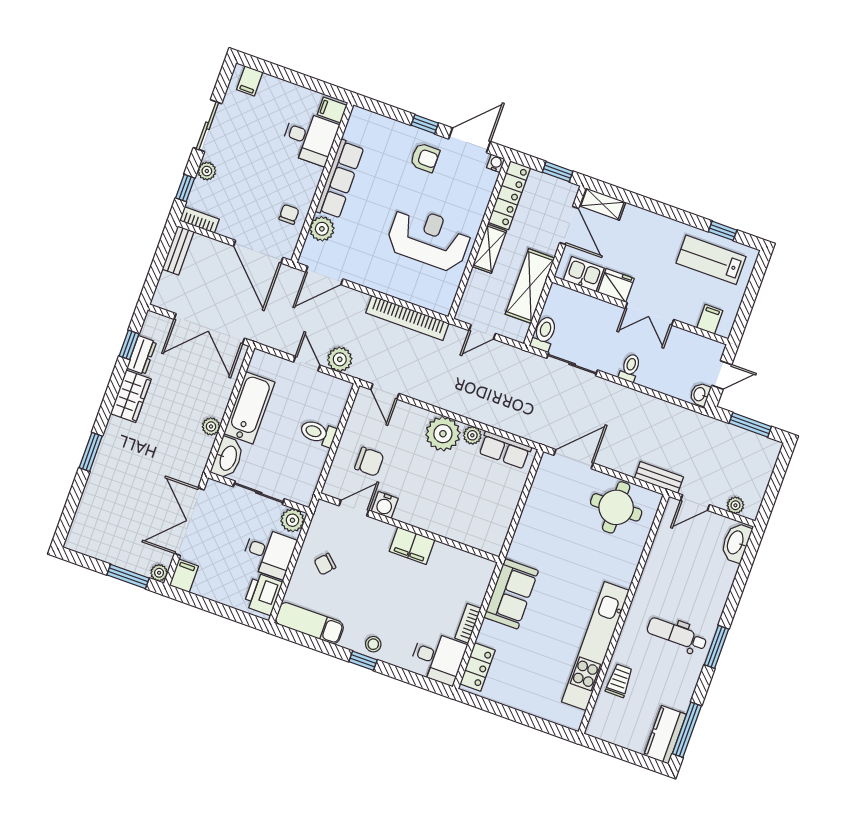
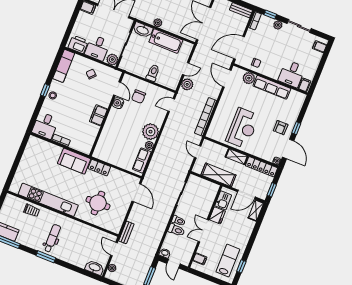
toilet: (544, 334) -> (176, 230), moved
round table: (616, 507) -> (98, 203), moved
locker: (478, 667) -> (99, 168), moved

